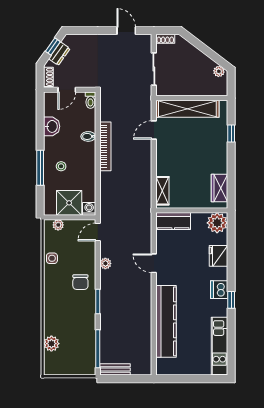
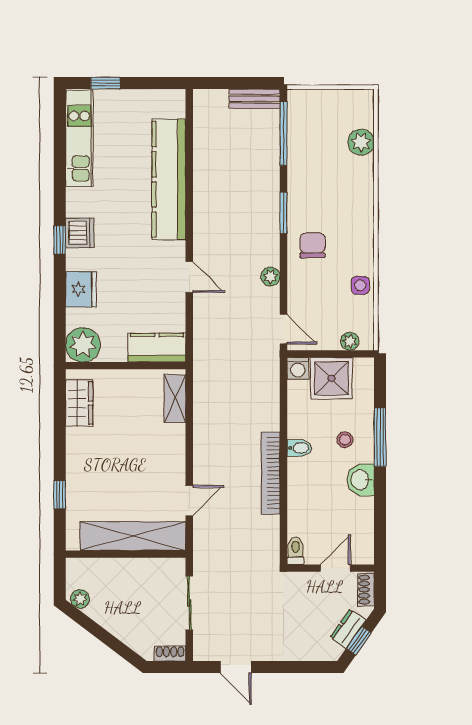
washbasin: (52, 126) -> (361, 480), moved
bidet: (88, 136) -> (299, 448), moved
door: (98, 232) -> (283, 329), hinge flipped
window: (231, 300) -> (60, 240), moved
window: (204, 379) -> (105, 83), added

